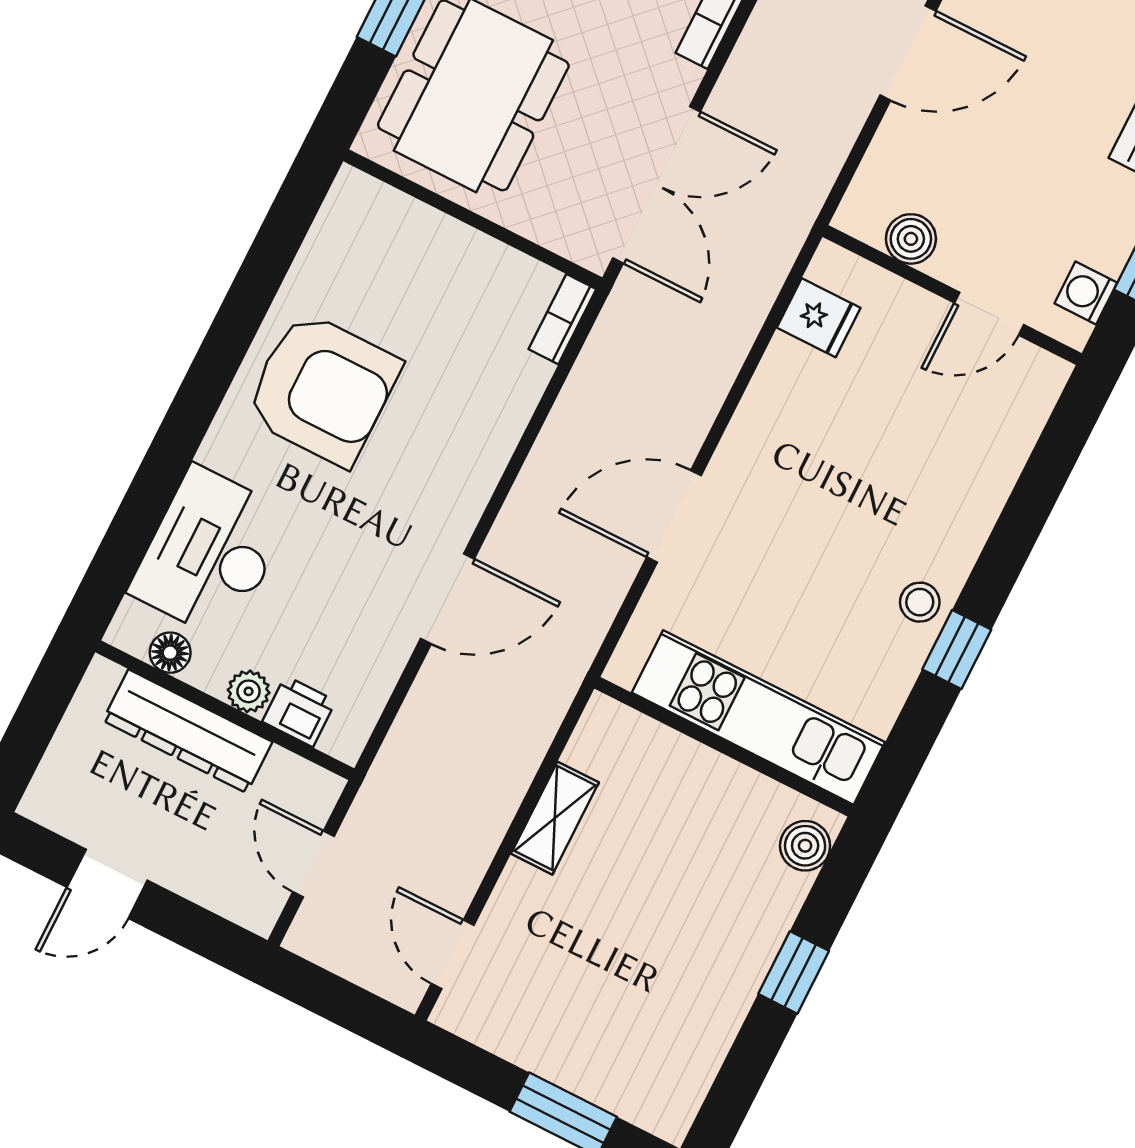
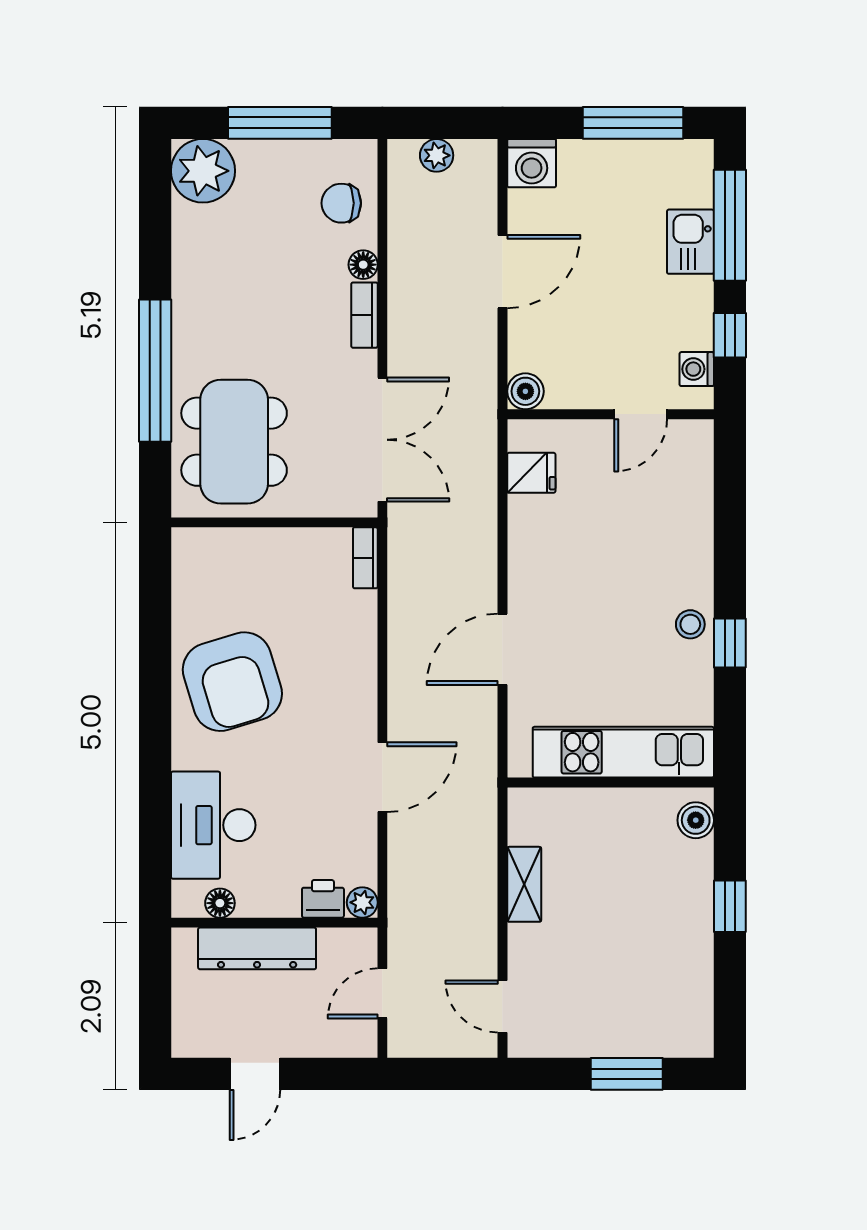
boiler: (911, 239) -> (525, 391), moved
armchair: (322, 389) -> (232, 682), turned 73
plant: (249, 691) -> (362, 902), moved
door: (313, 864) -> (382, 993), hinge flipped

